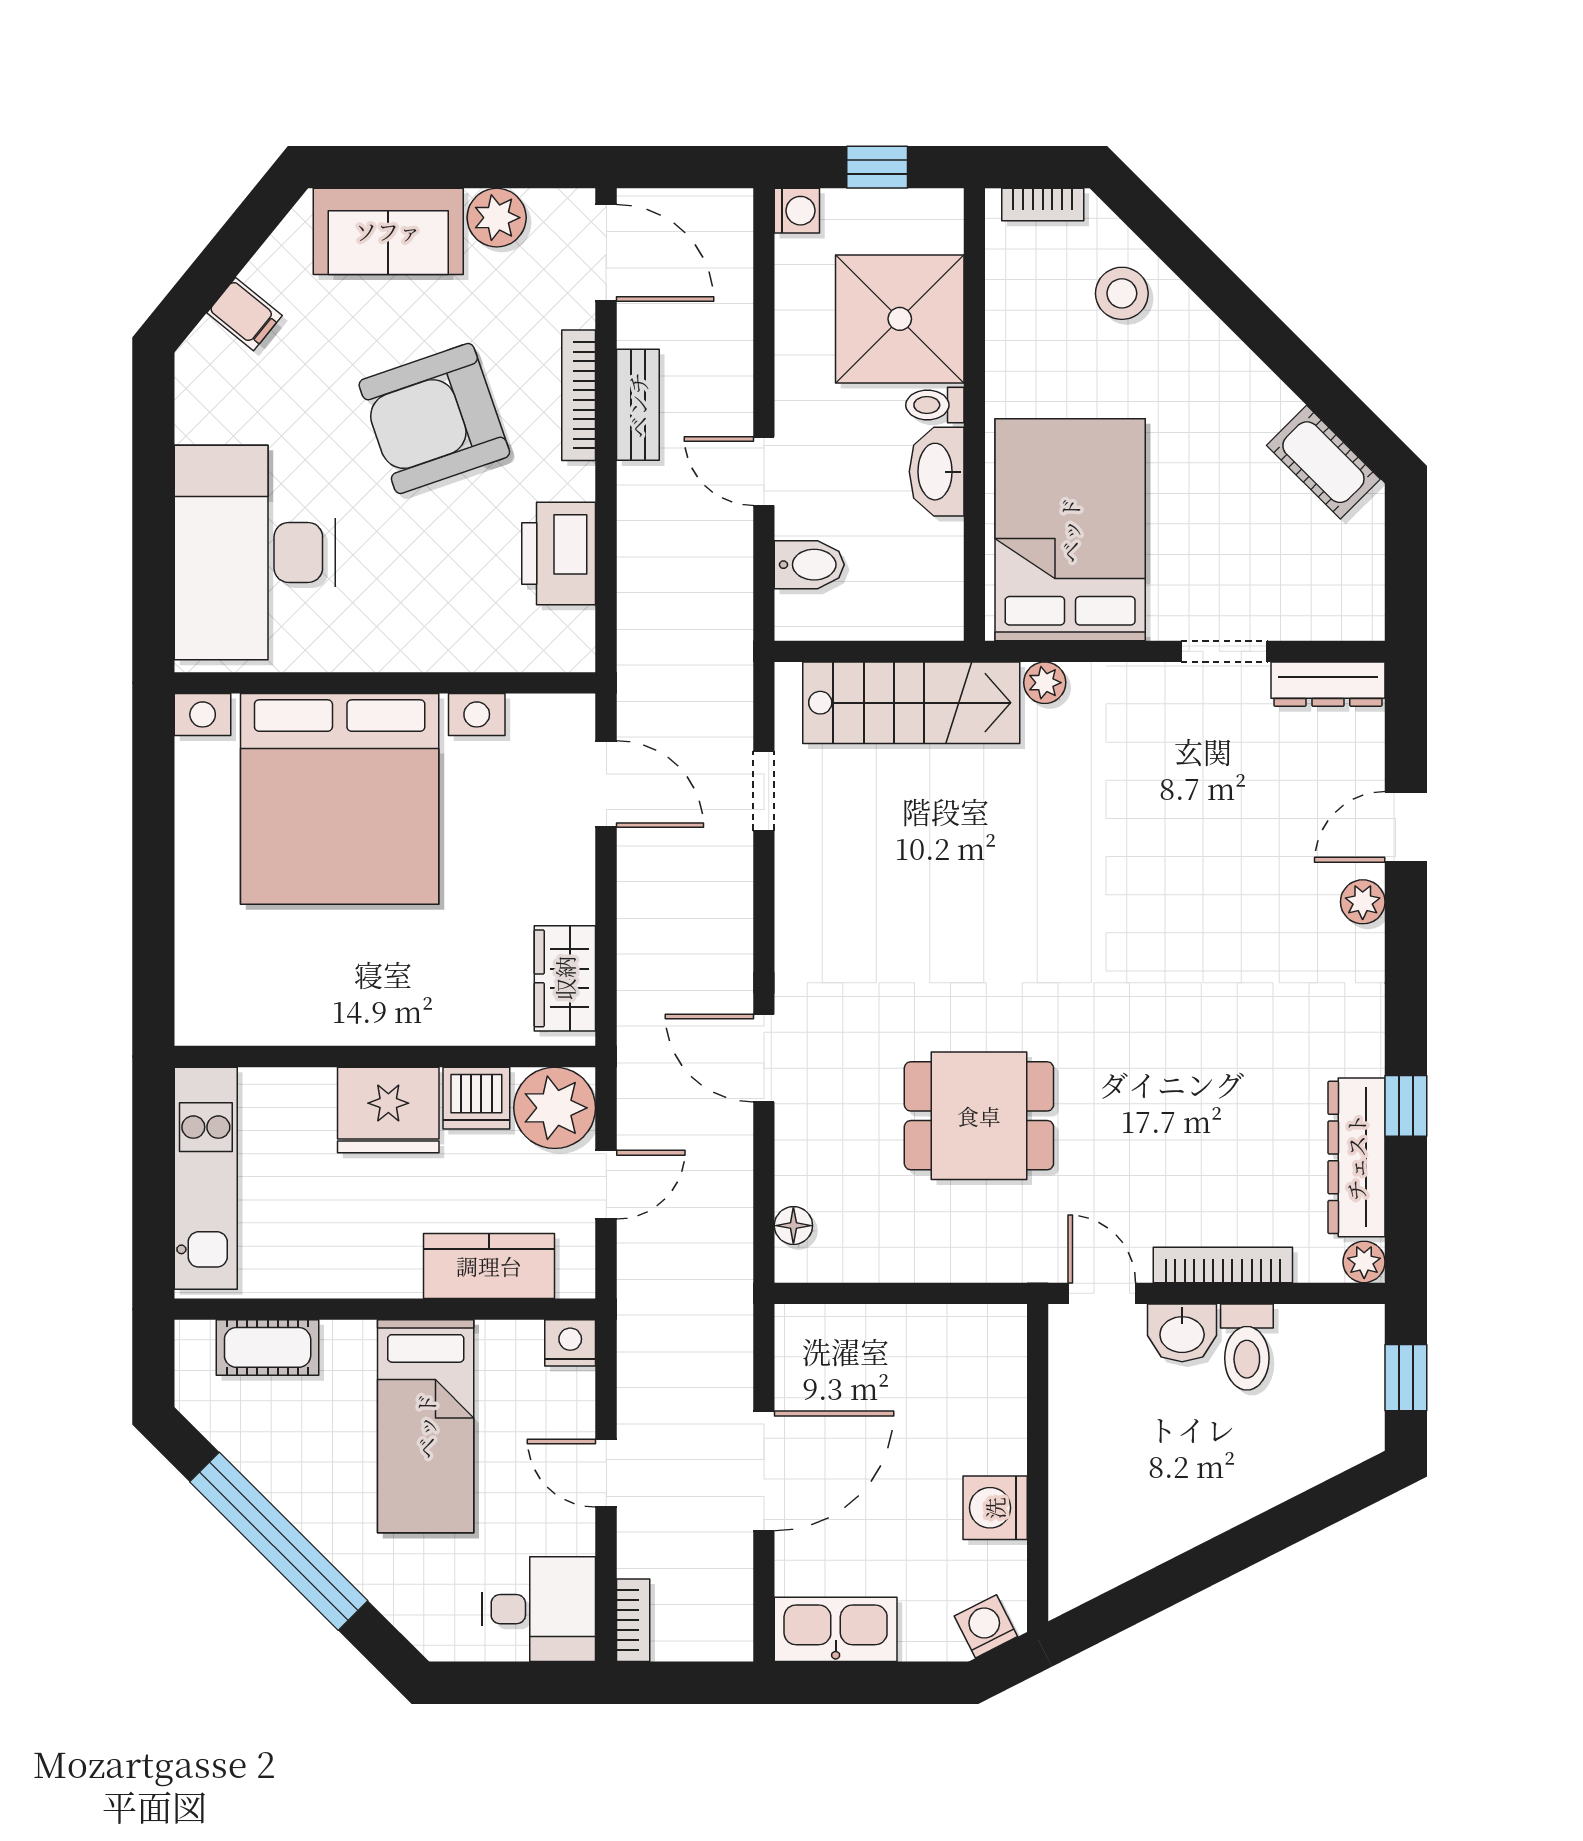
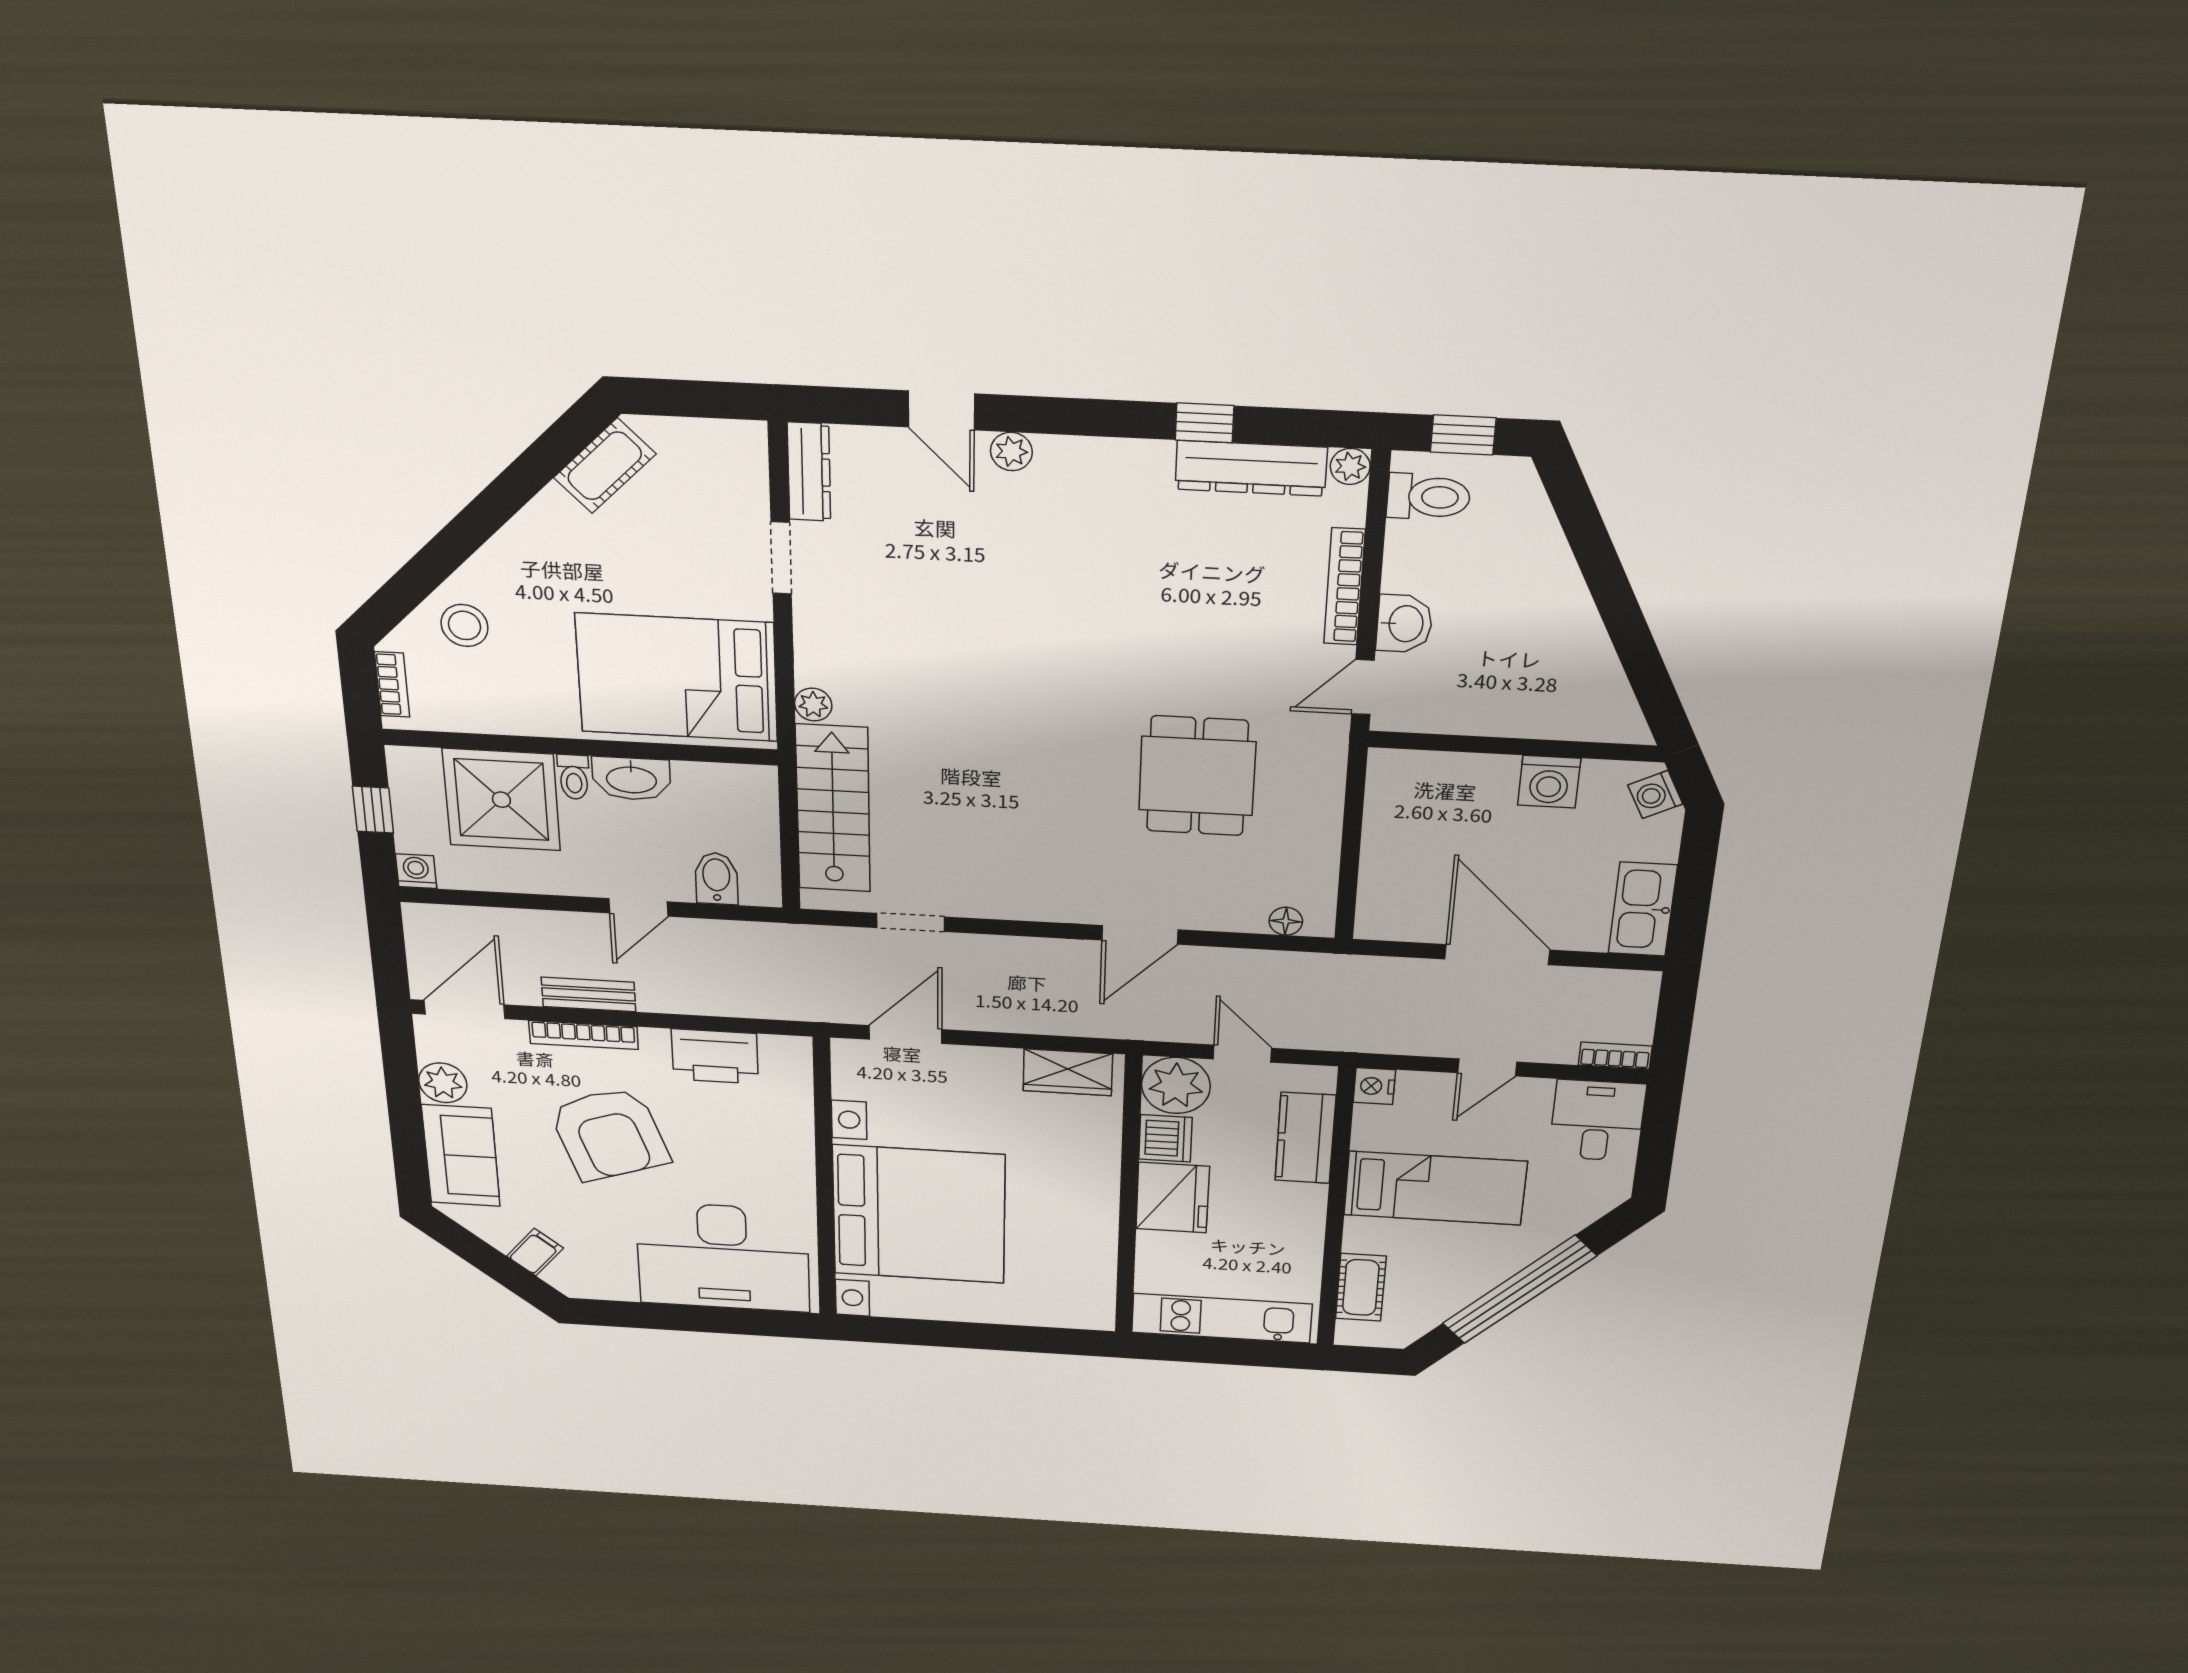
toilet: (1247, 1347) -> (1428, 497), moved

